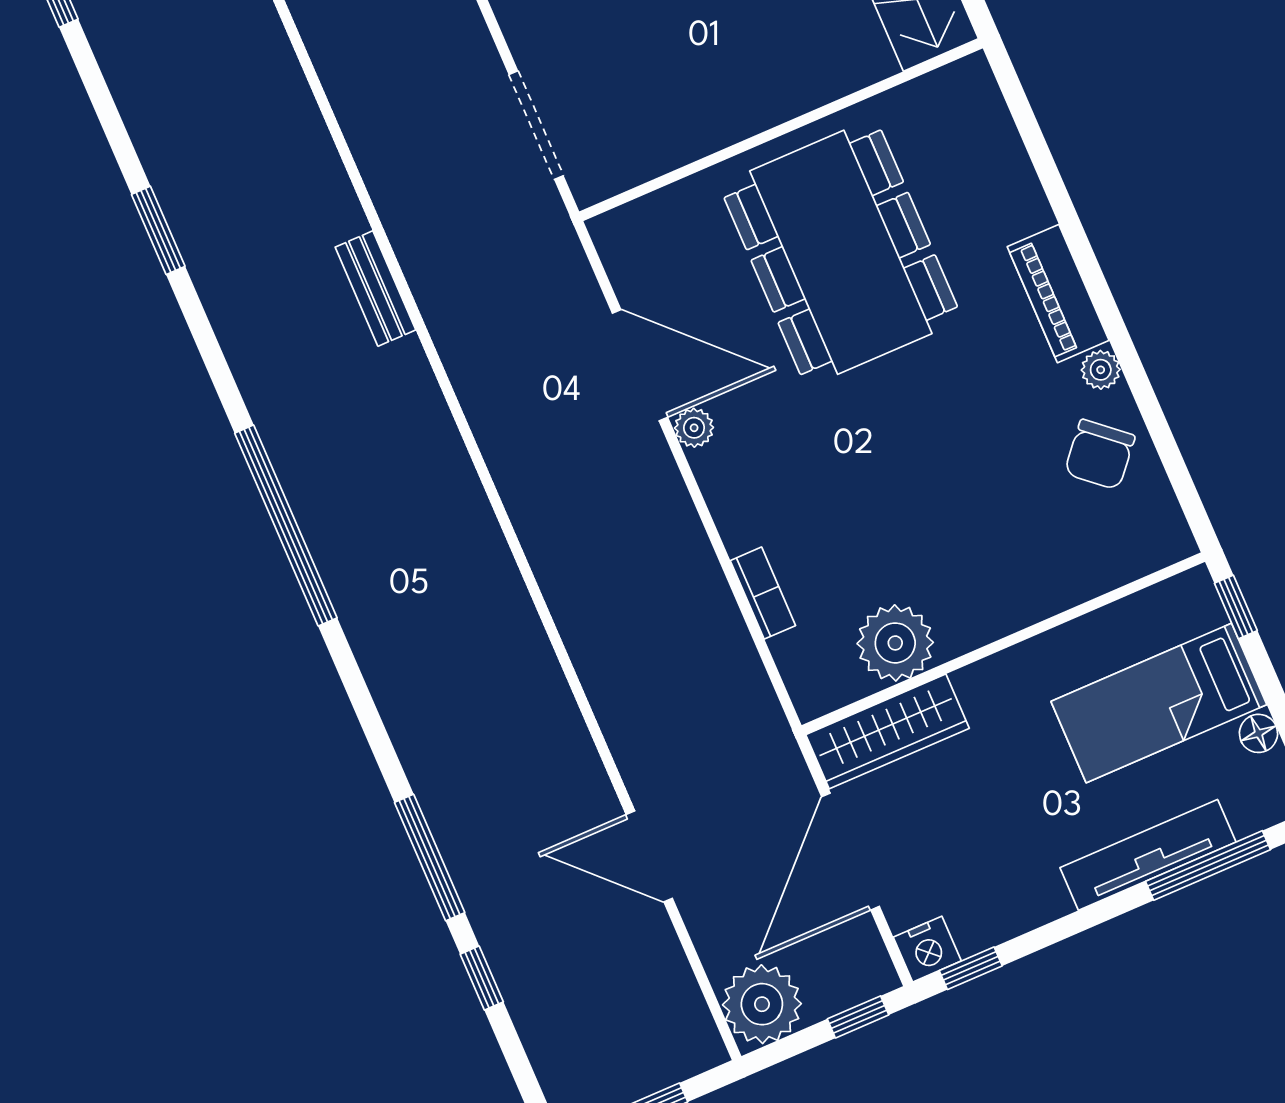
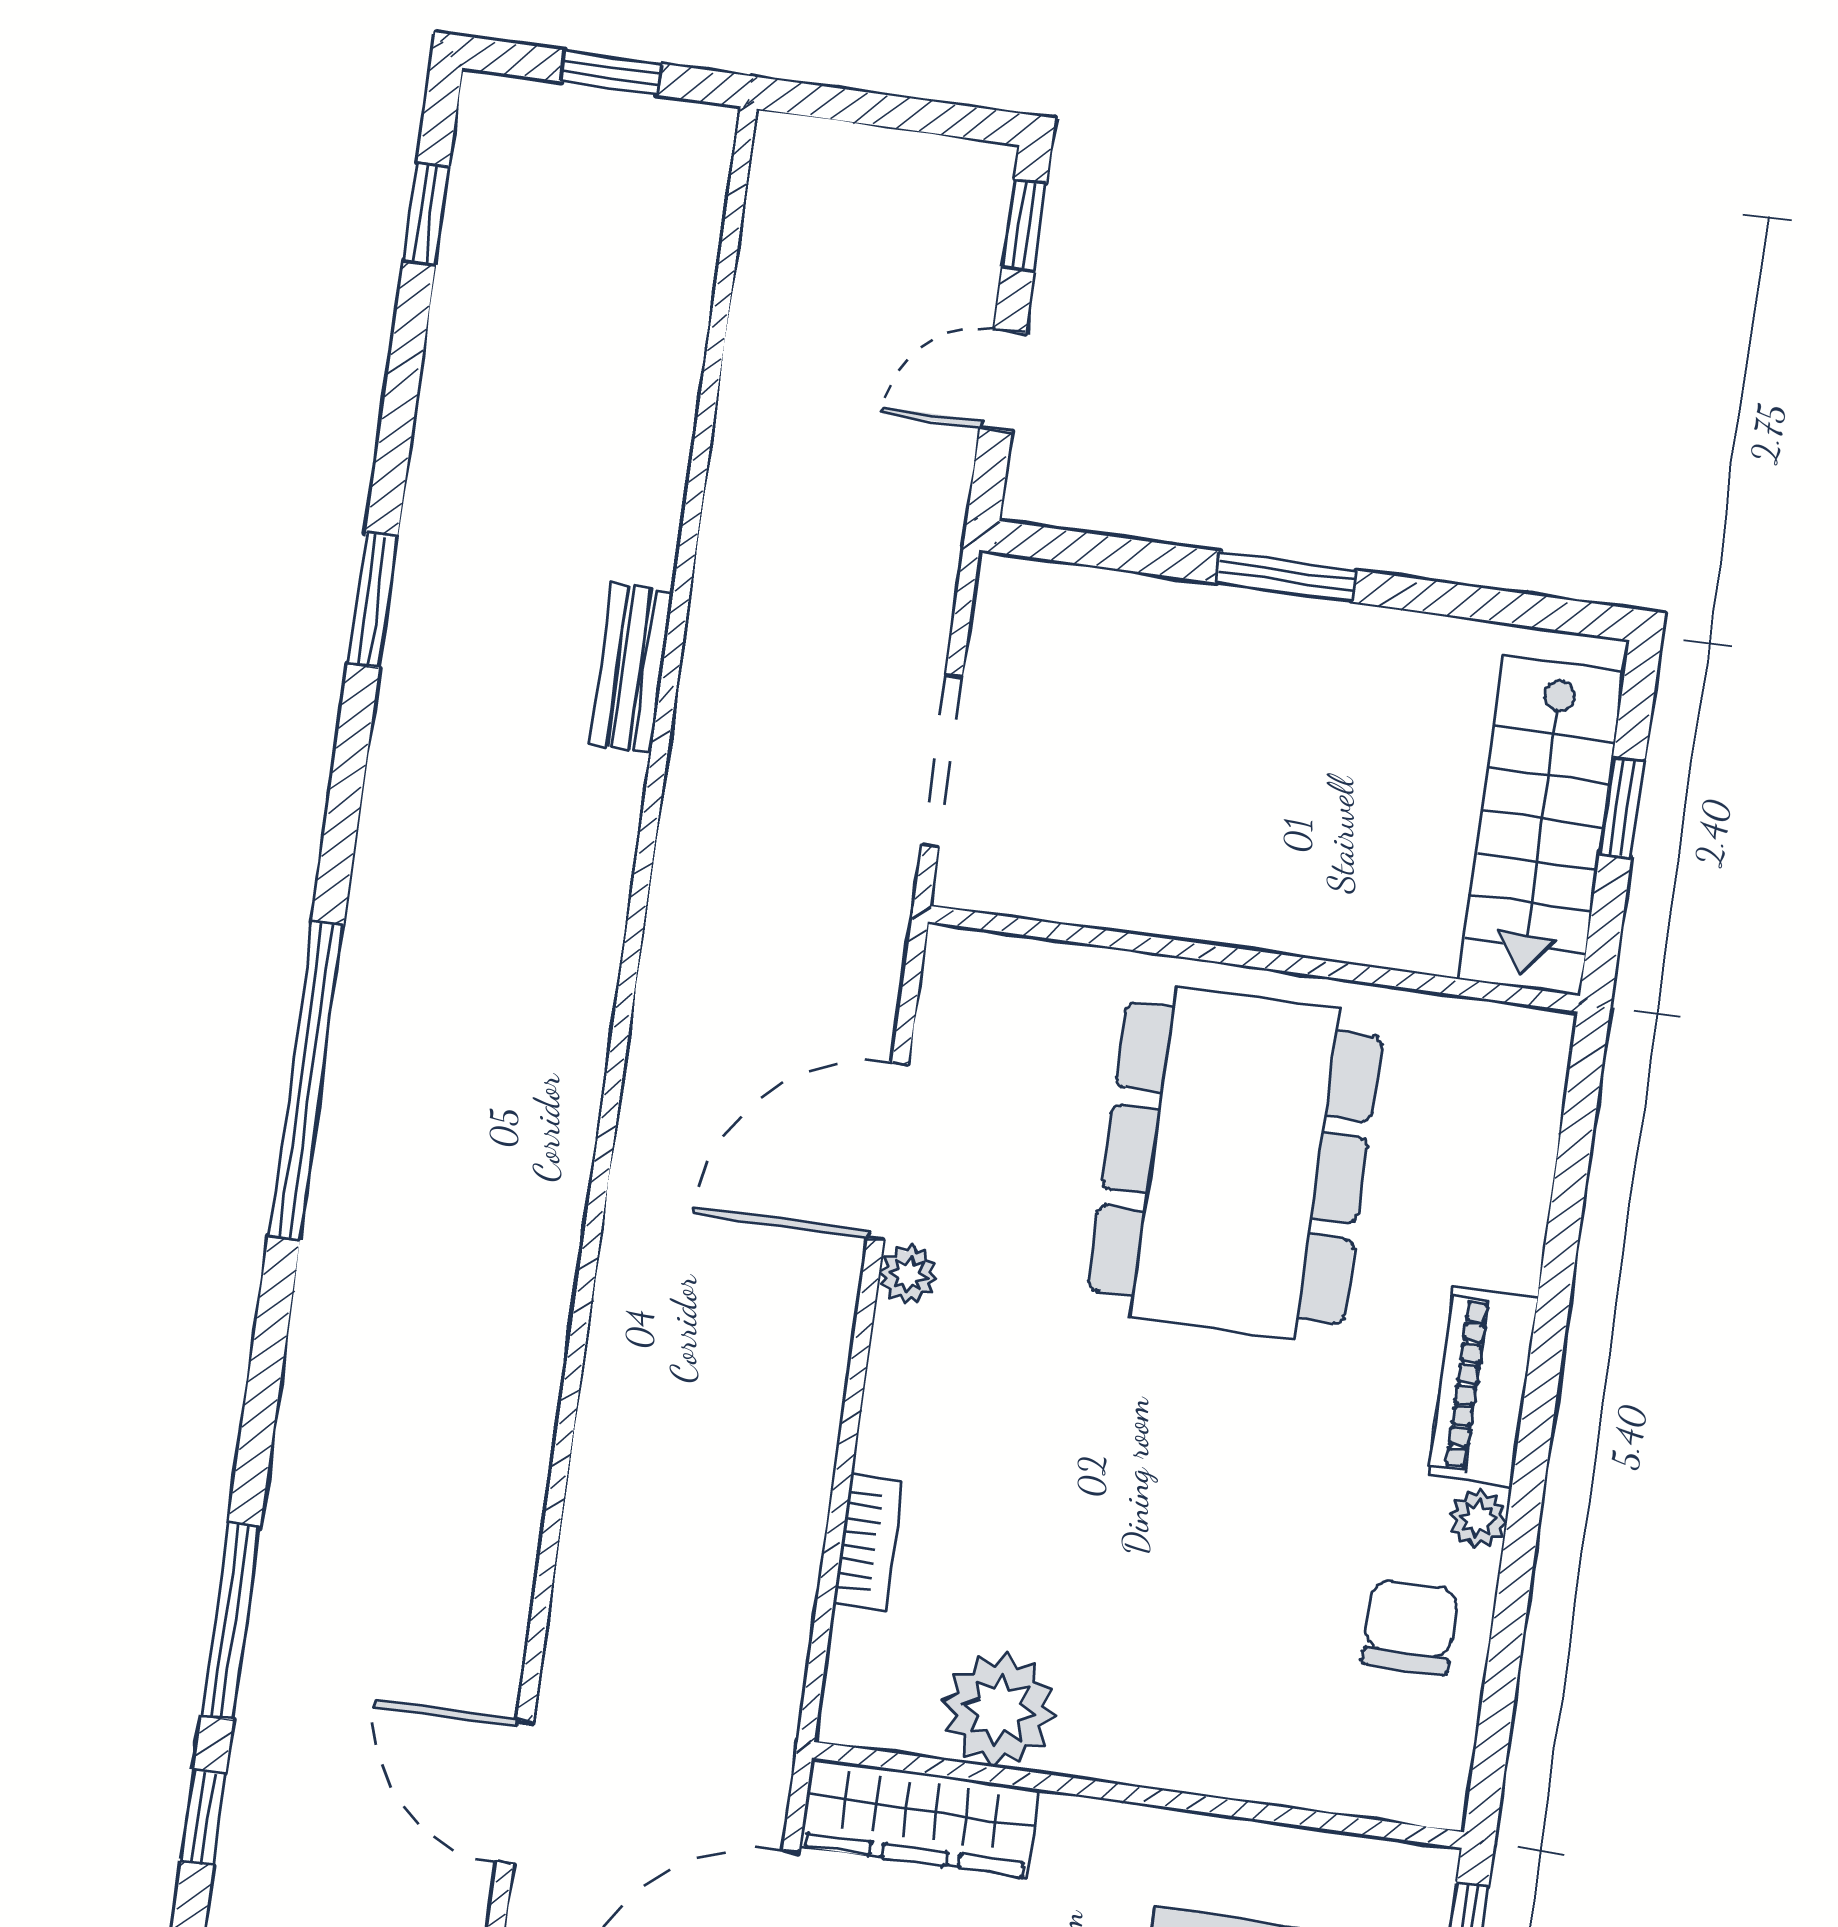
bench: (375, 289) -> (631, 668), moved
door: (640, 365) -> (888, 1152), swing flipped
chair: (1100, 454) -> (1410, 1627), turned 139

